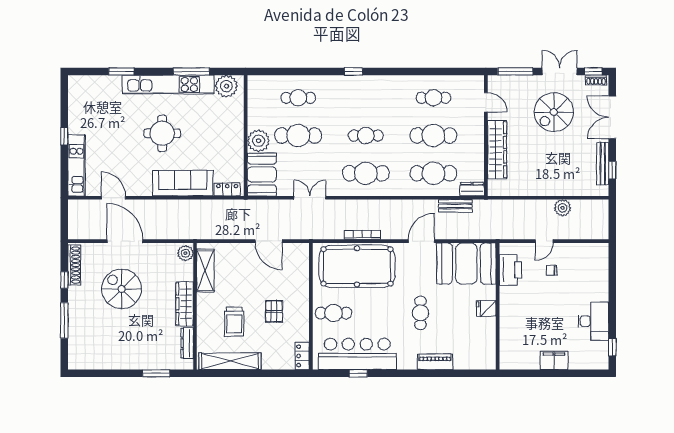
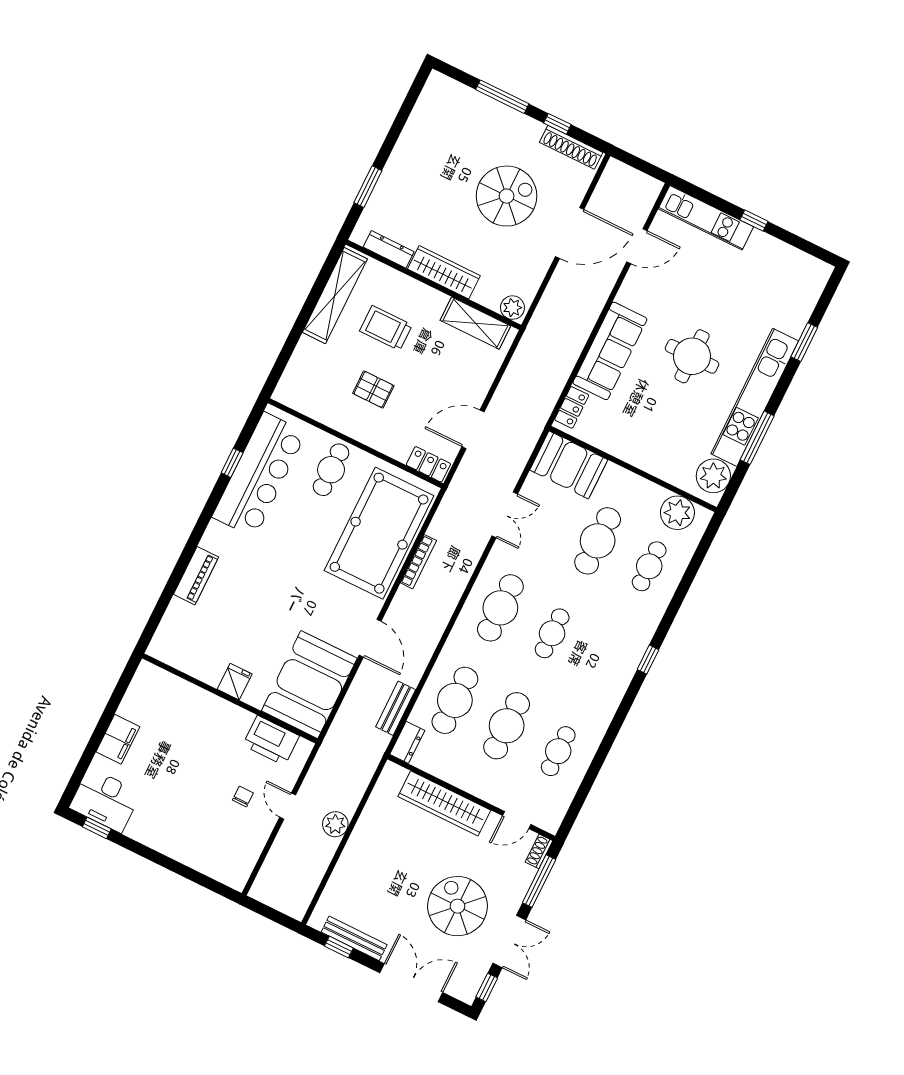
shoe rack: (596, 80) -> (539, 851), moved
plant: (258, 141) -> (677, 513), moved
plant: (563, 208) -> (335, 824), moved
cafe table: (420, 313) -> (273, 589), removed
desk: (593, 321) -> (105, 800), moved
locker: (302, 356) -> (428, 464), moved

